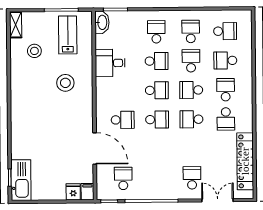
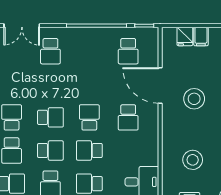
school desk: (123, 120) -> (128, 117), turned -90
school desk: (157, 120) -> (89, 117), turned 90
stool: (65, 137) -> (194, 99), added
filing cabinet: (87, 192) -> (201, 37), moved

